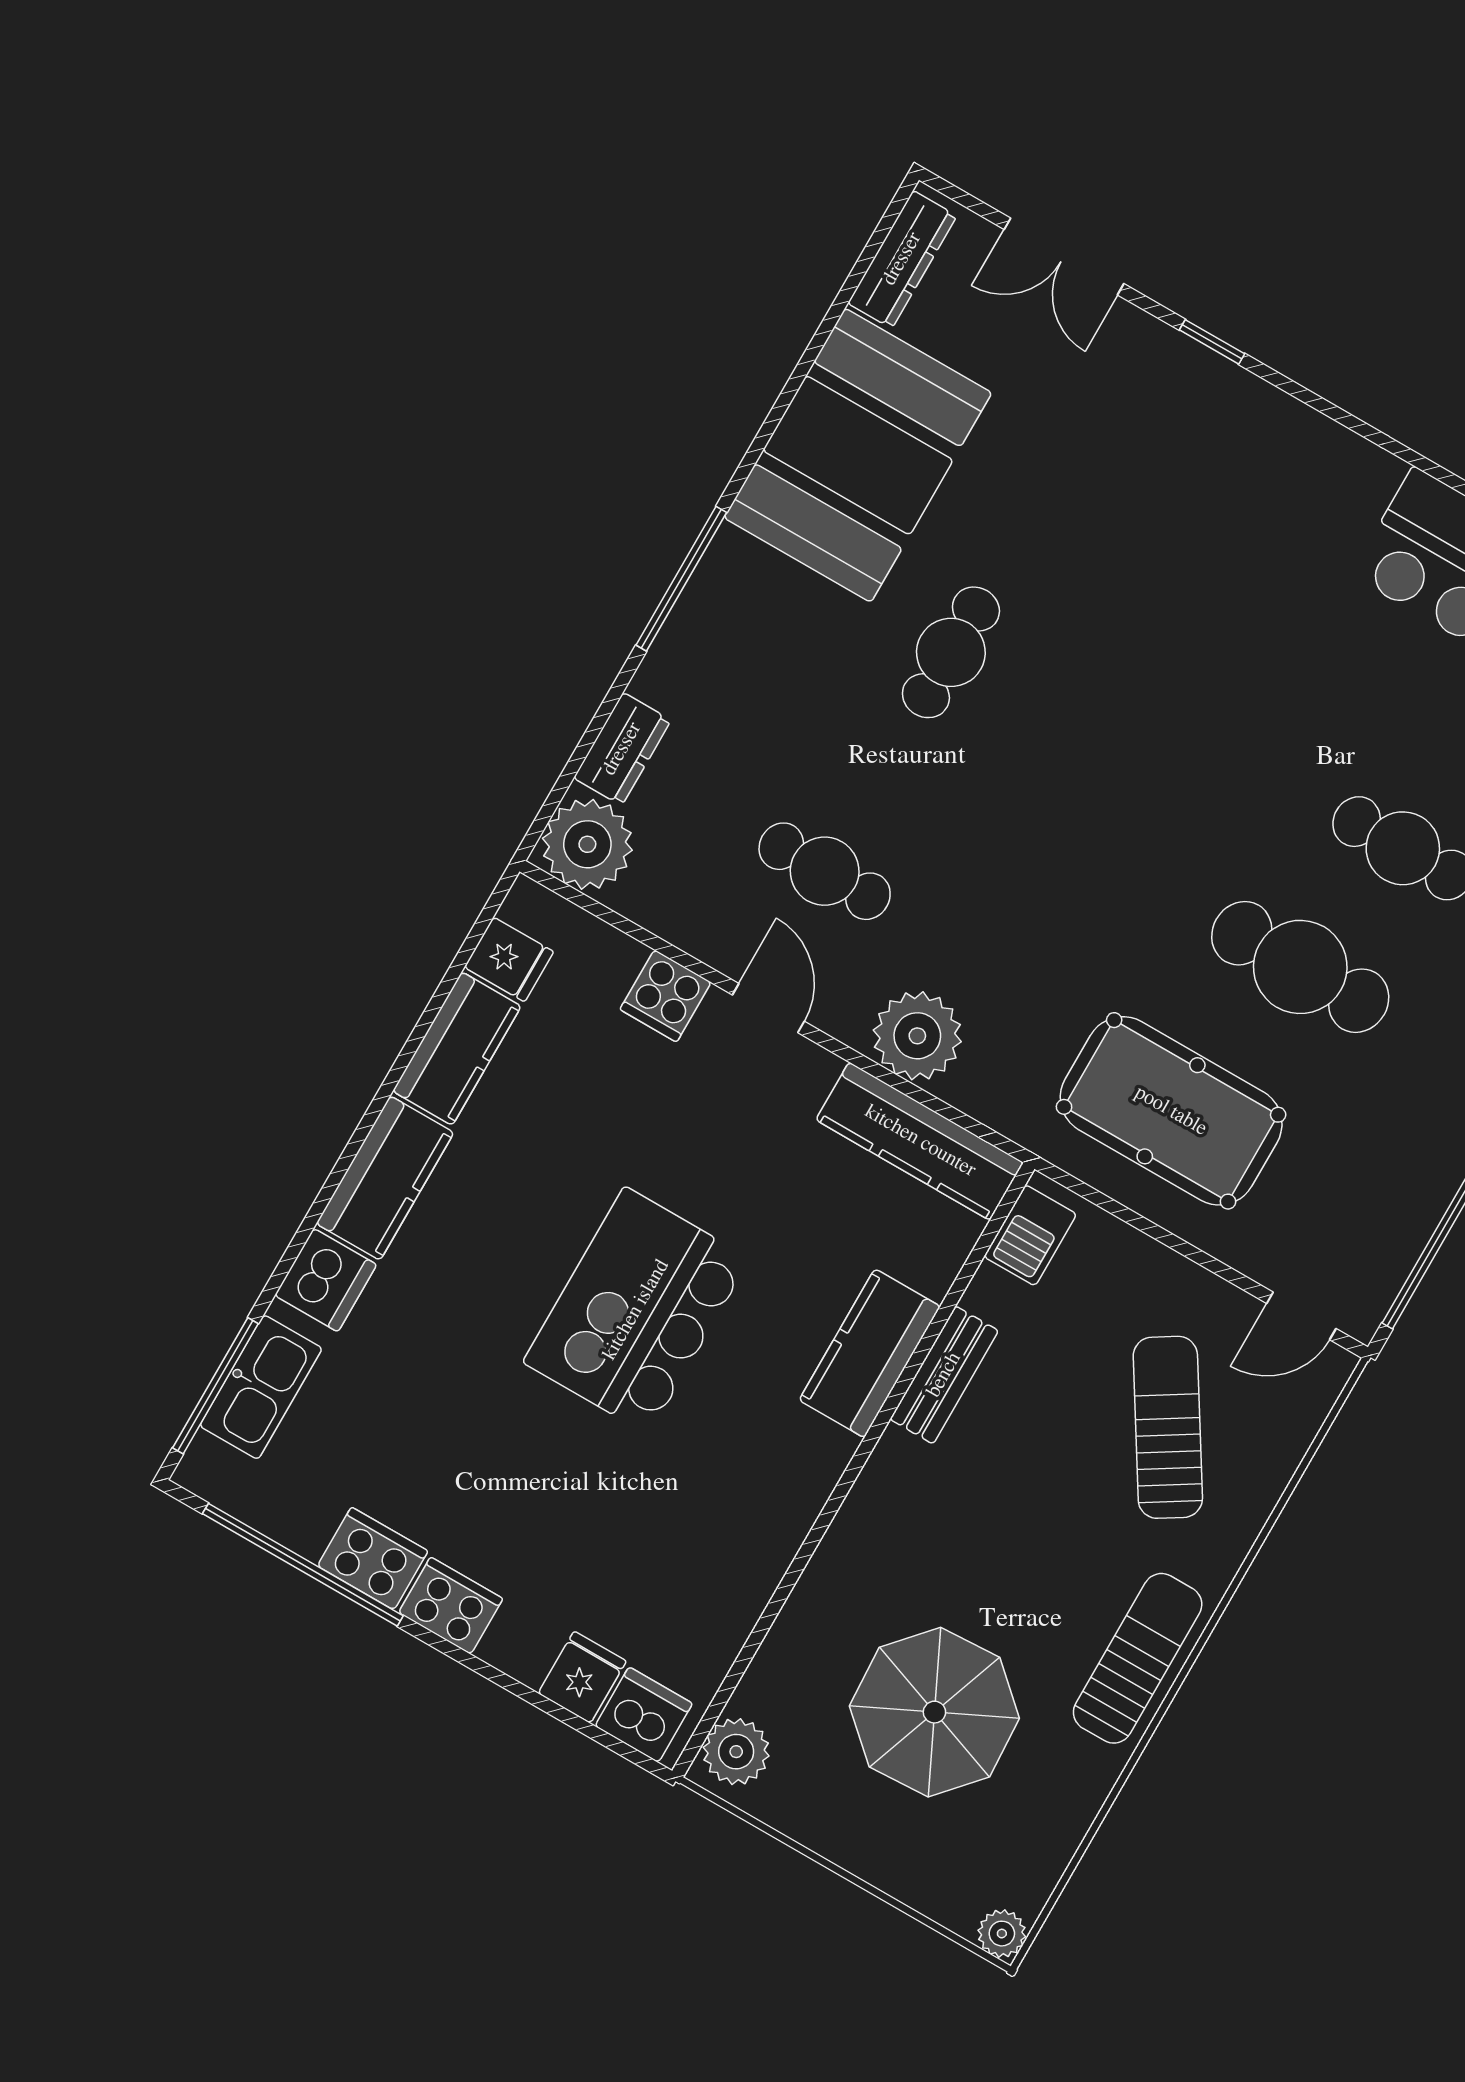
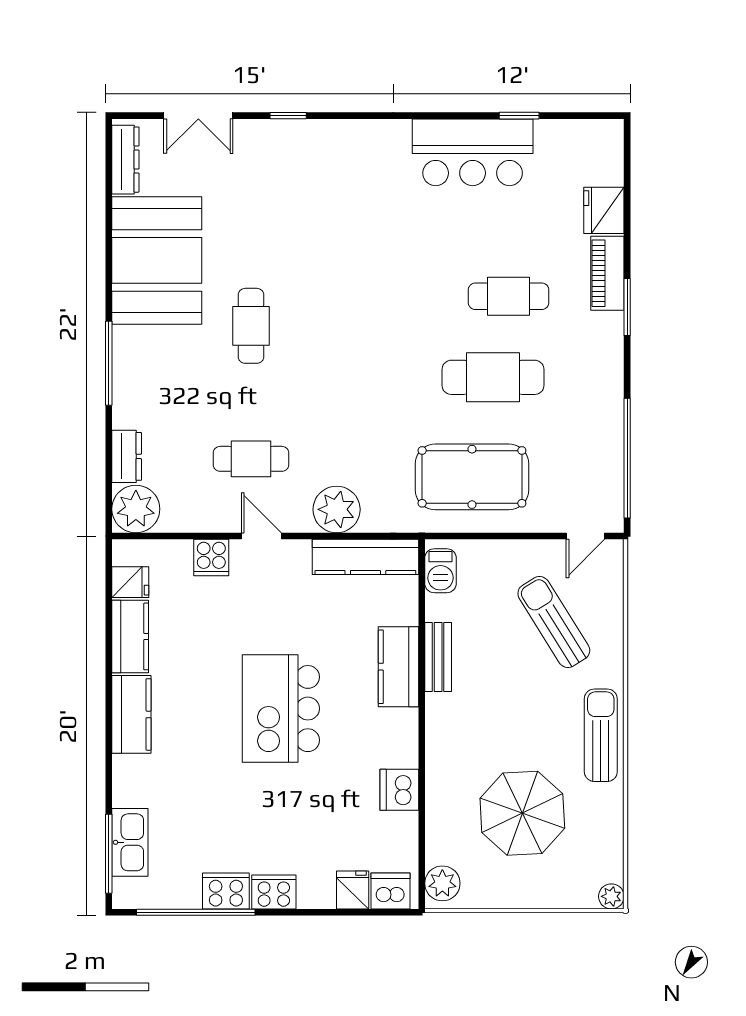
dishwasher: (326, 1280) -> (399, 790), moved, turned 180

